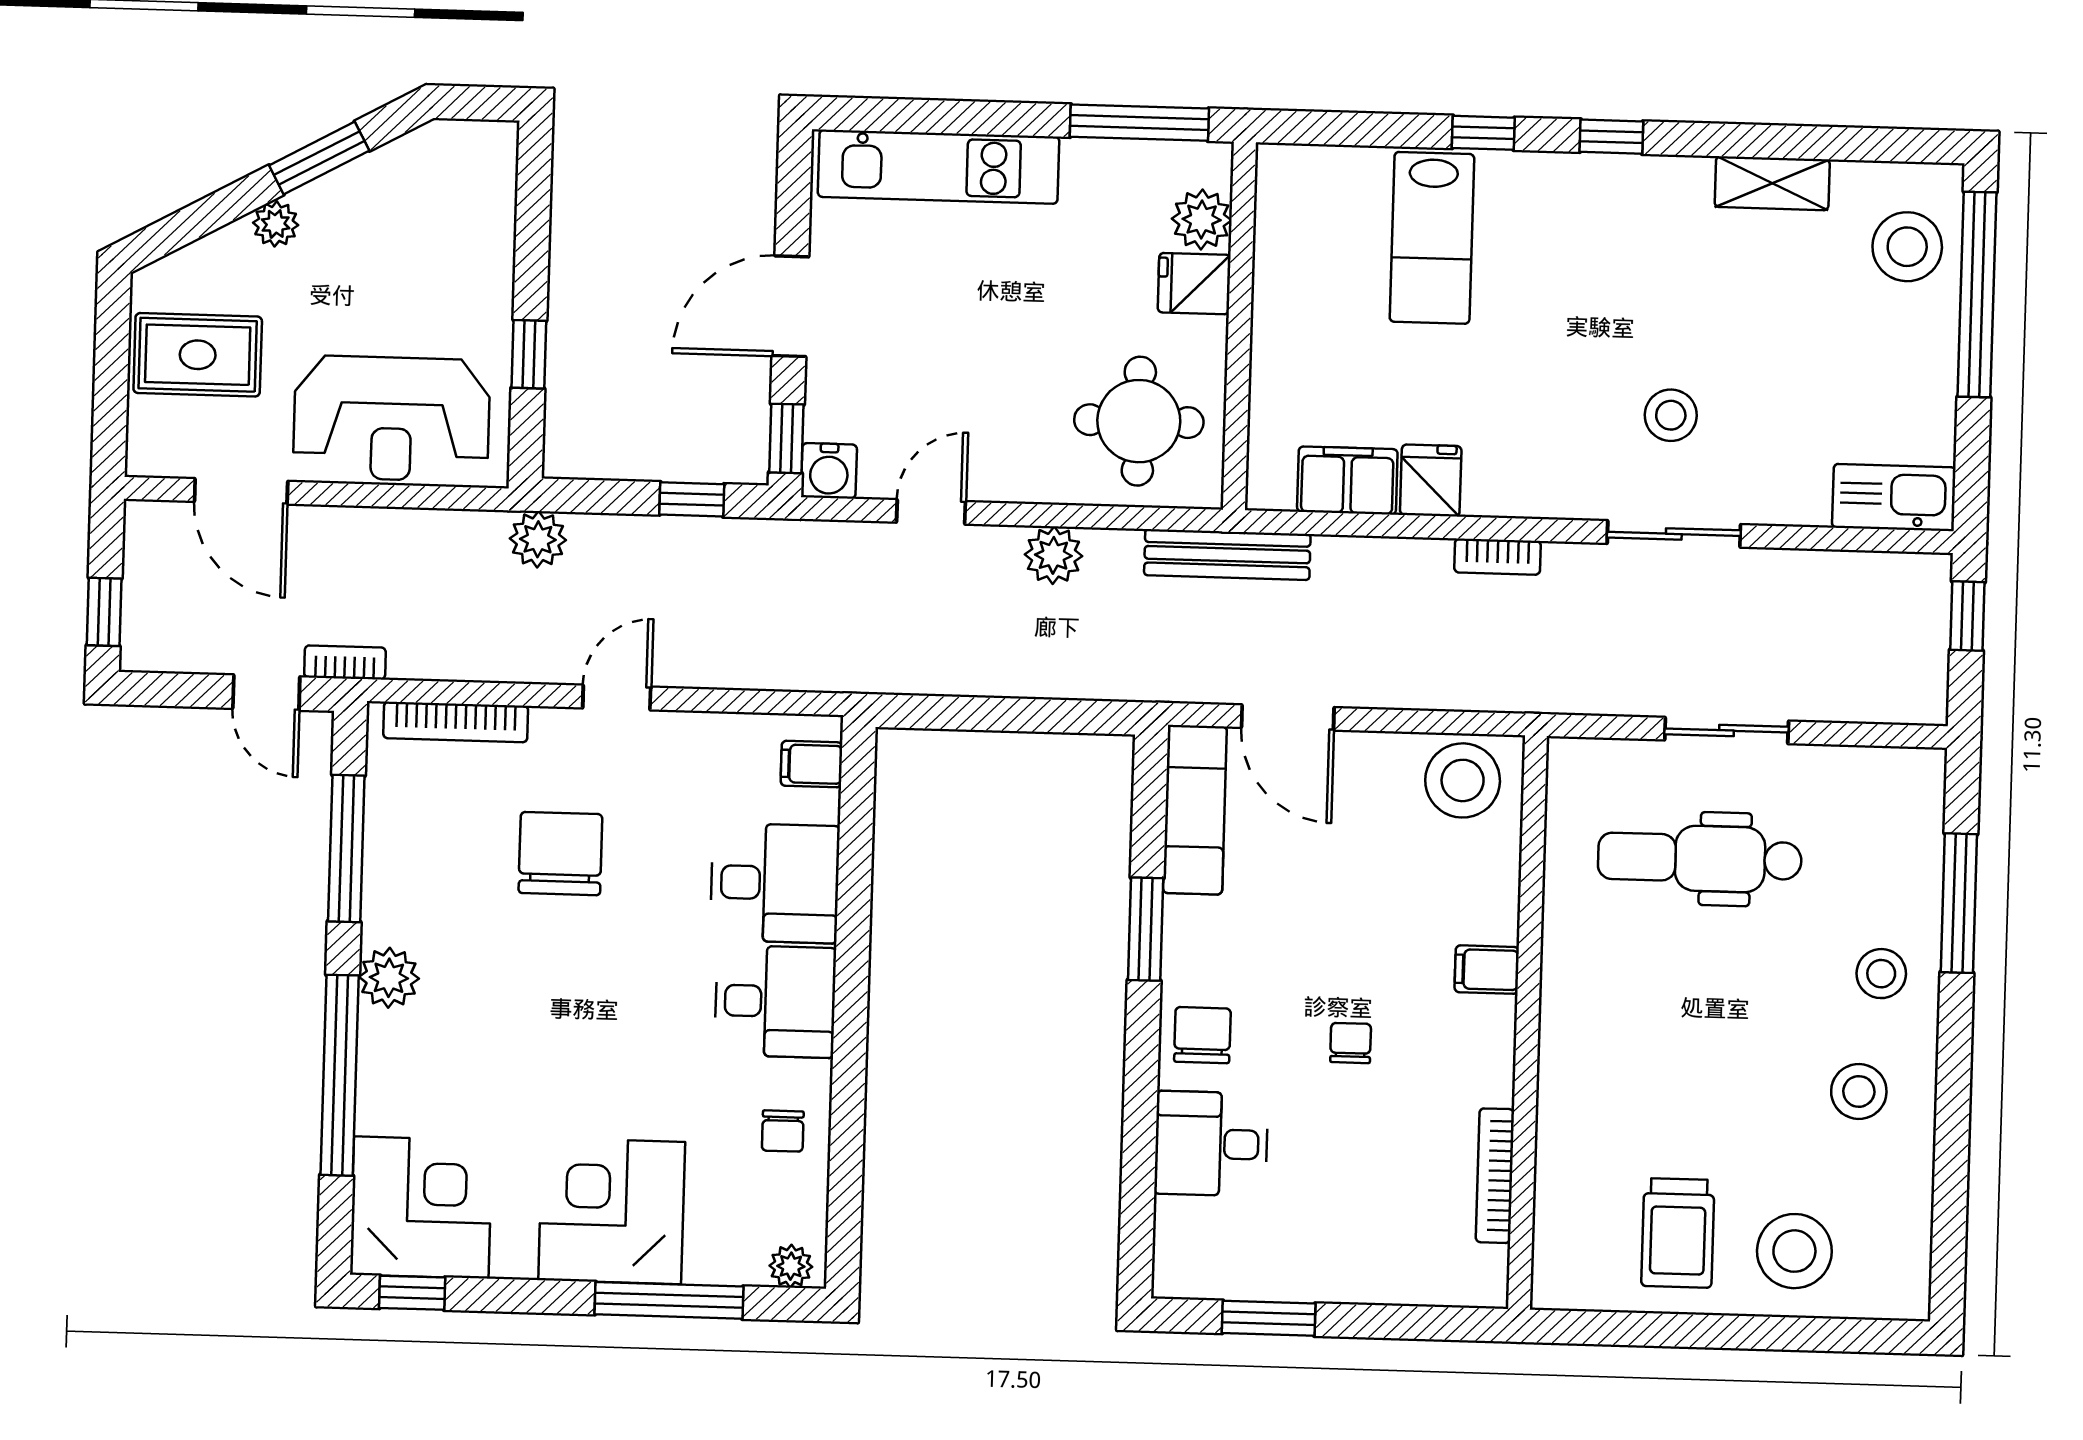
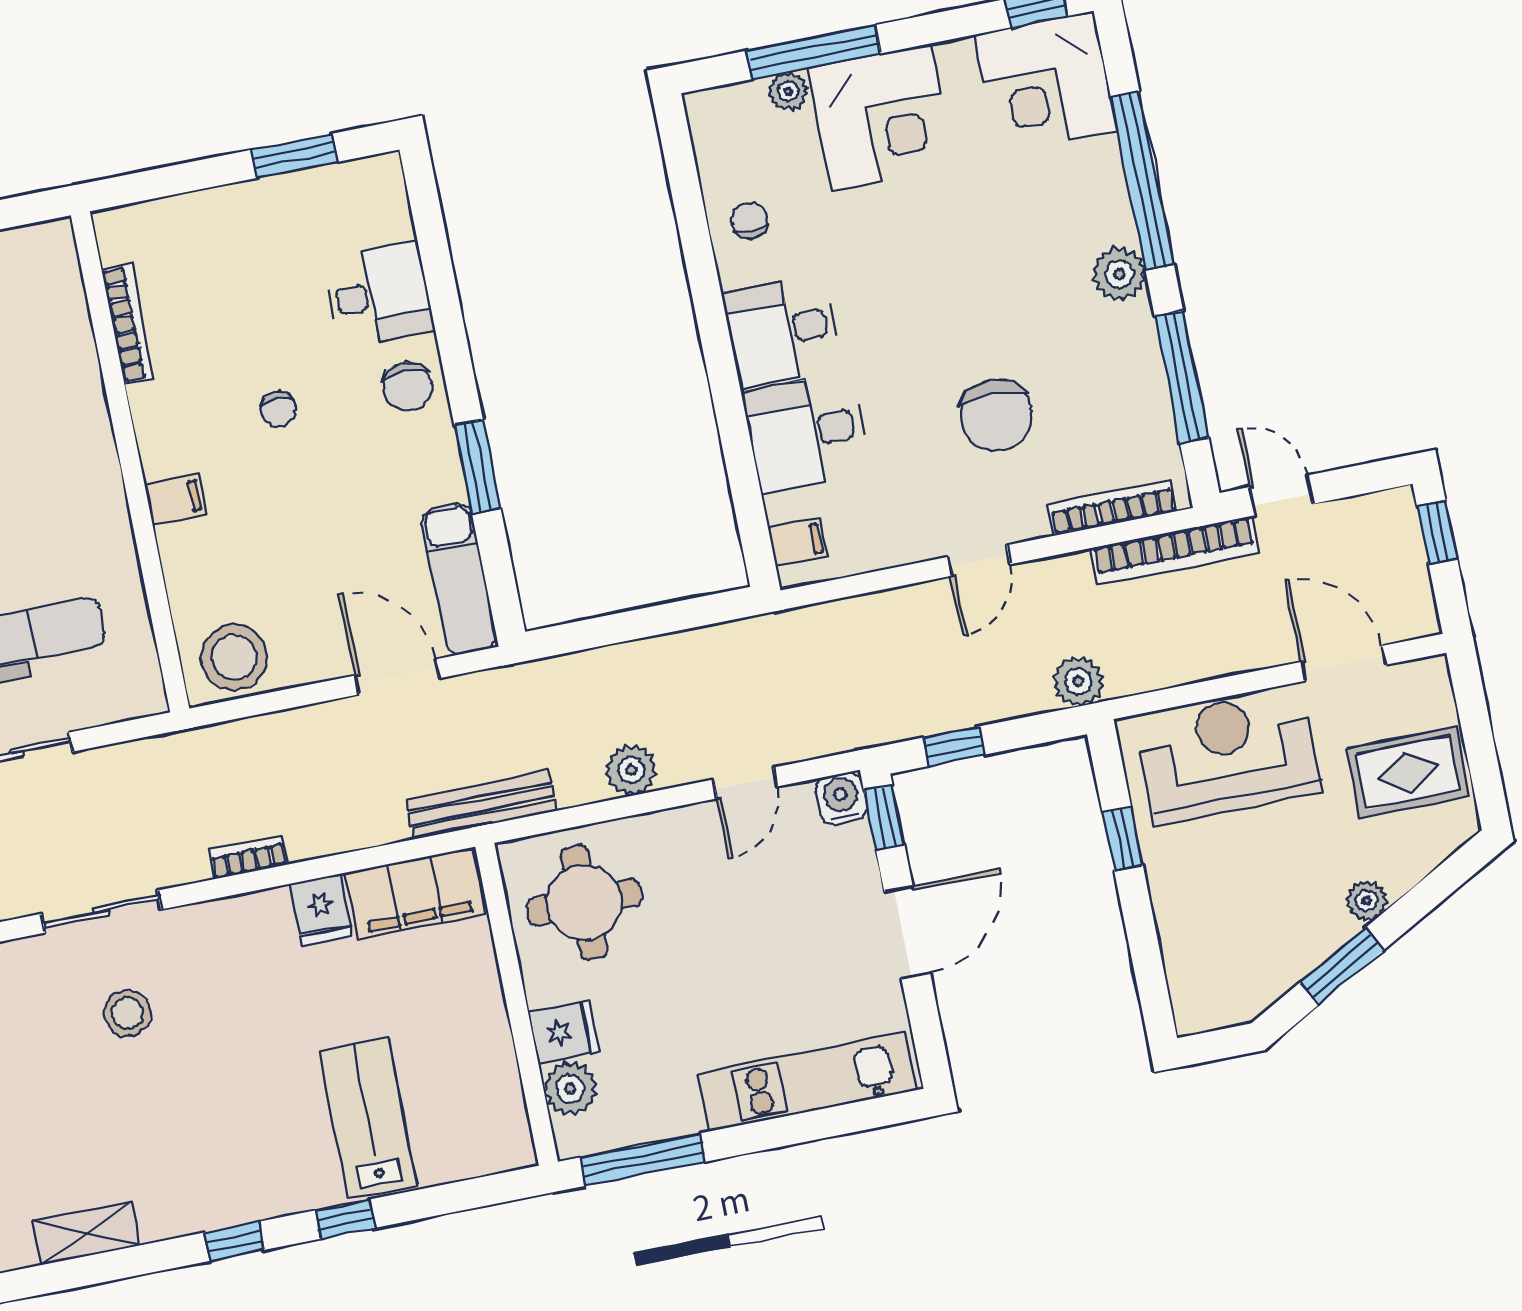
filing cabinet: (1347, 480) -> (415, 893), width x1.50, depth x1.17
bookcase: (345, 662) -> (1175, 550), width x2.31, depth x1.31
plant: (791, 1266) -> (788, 91), moved

